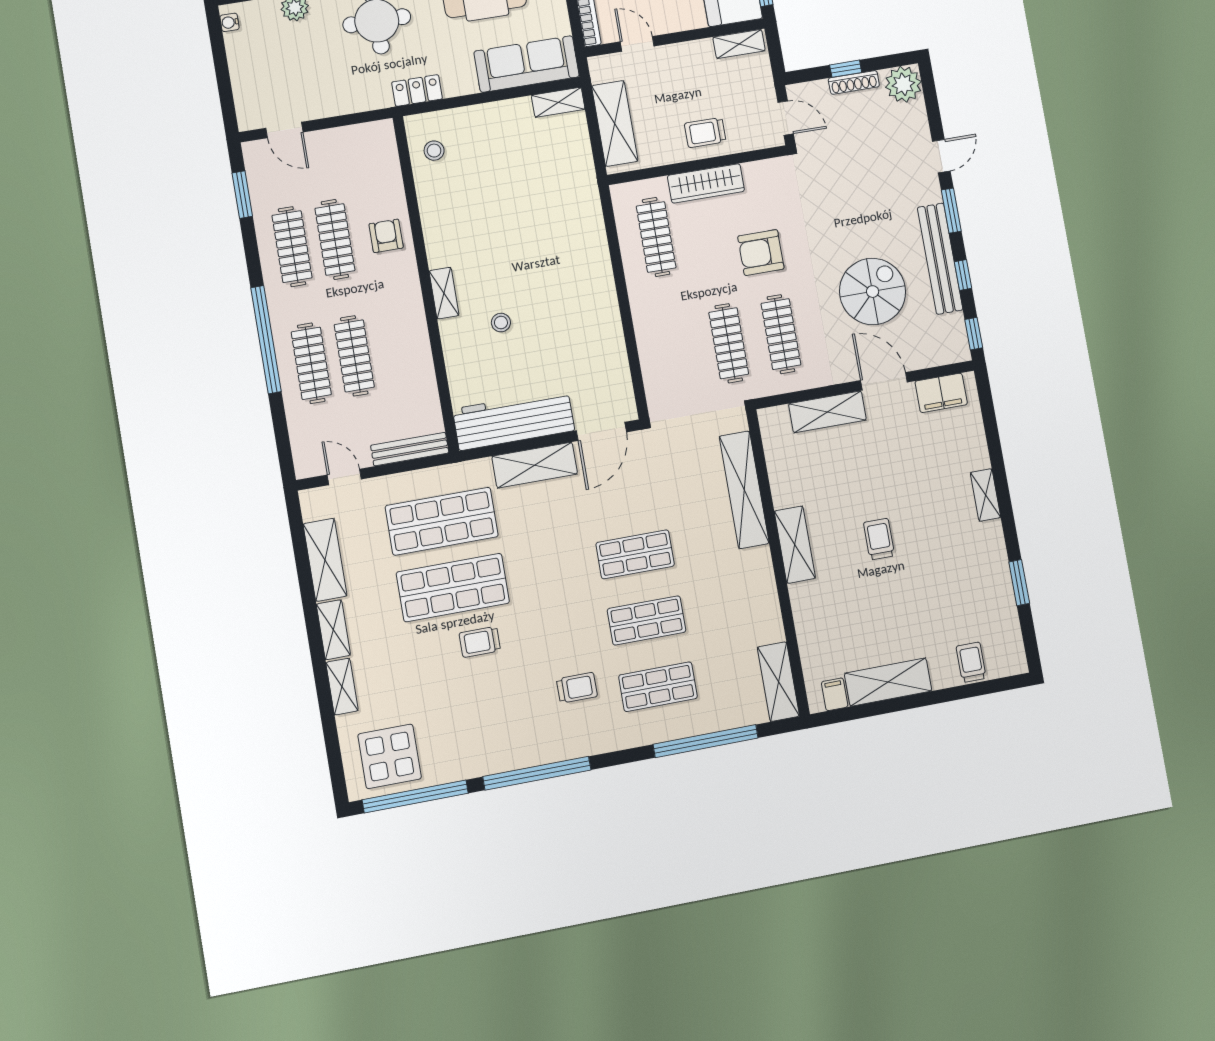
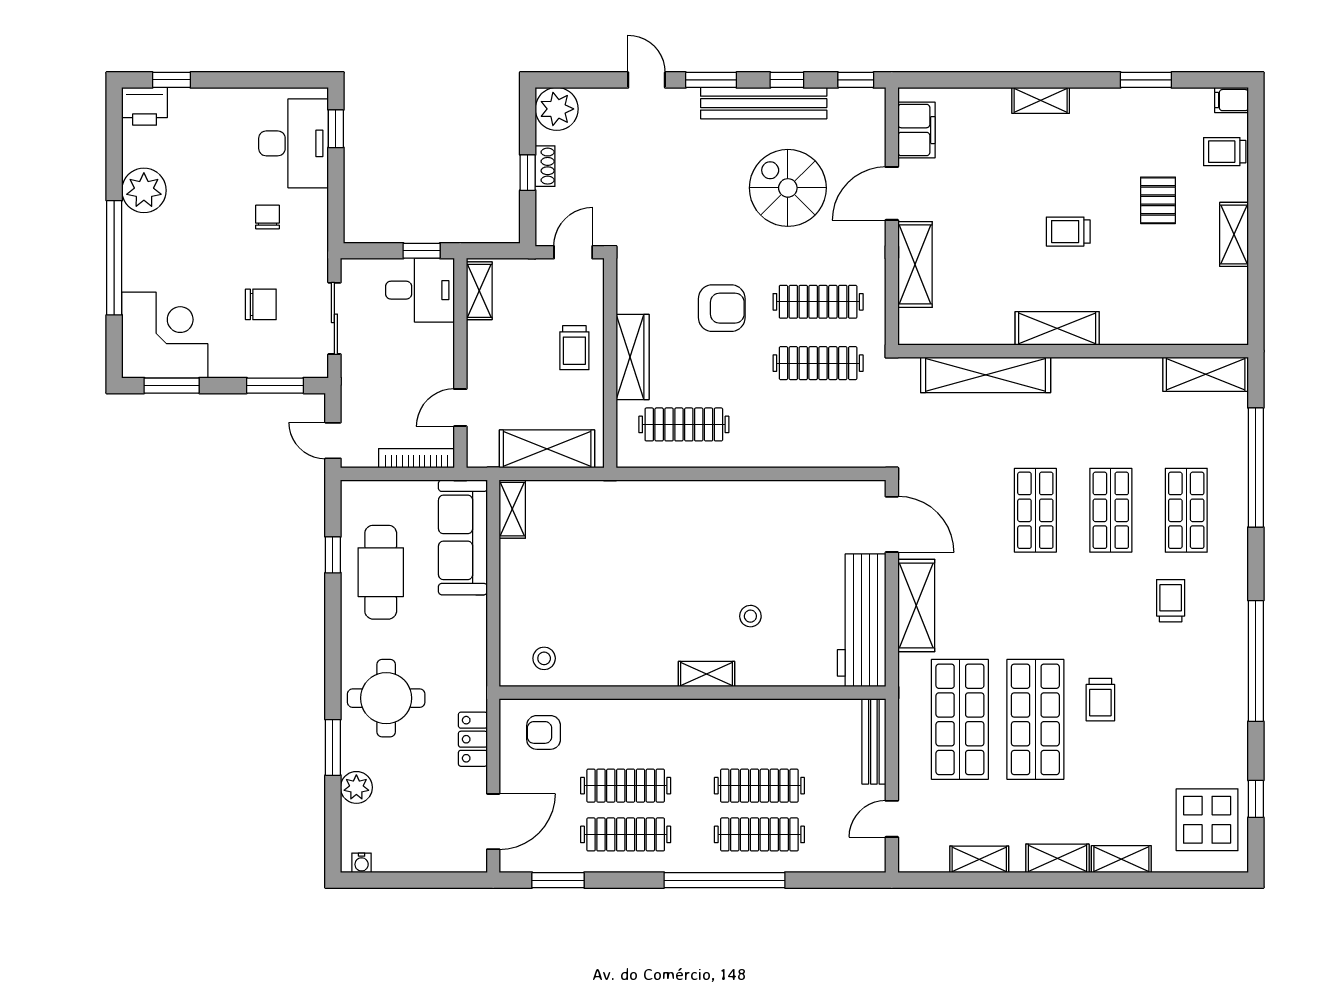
shoe rack: (854, 82) -> (545, 166), width x0.70
locker: (417, 90) -> (473, 739), moved
door: (284, 130) -> (493, 822), width x1.38
armchair: (386, 236) -> (544, 732), moved
armchair: (761, 252) -> (722, 308), turned -90
shelving: (325, 560) -> (979, 859), width x0.67, depth x0.75
pallet: (919, 612) -> (1158, 200), added
shelving: (888, 682) -> (1234, 234), width x0.67, depth x0.75
filing cabinet: (835, 694) -> (1232, 100), moved
window: (415, 796) -> (1256, 799), width x0.32

